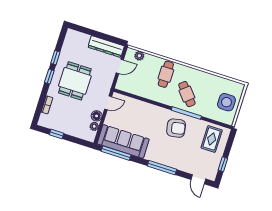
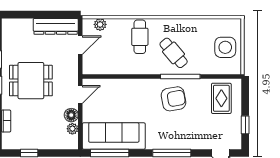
dining table: (75, 81) -> (31, 81), turned 90

